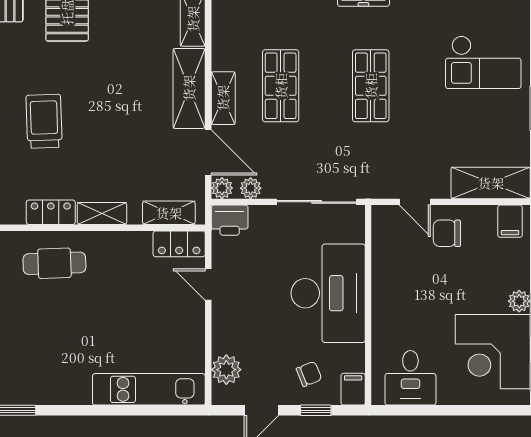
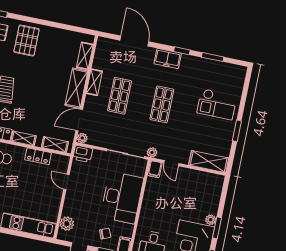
shelving: (223, 98) -> (94, 82), moved
door: (208, 152) -> (79, 120), swing flipped
plant: (251, 188) -> (152, 152), moved
filing cabinet: (510, 221) -> (155, 169), moved
chair: (447, 233) -> (183, 181), removed
locker: (179, 244) -> (38, 156), moved

